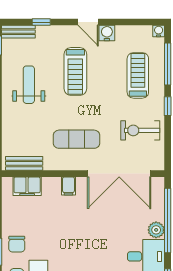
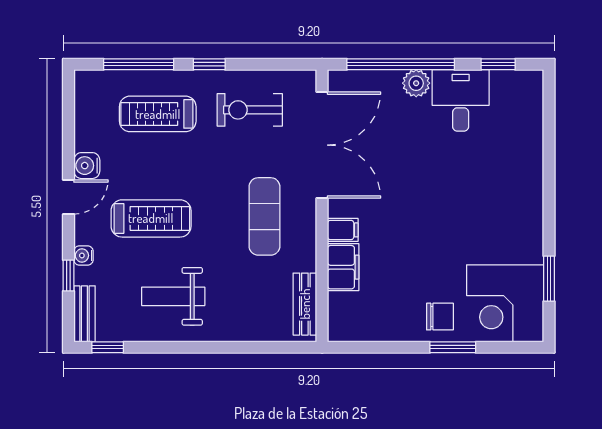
water cooler: (159, 31) -> (83, 255), moved
exercise bike: (140, 130) -> (250, 110), turned 90
filing cabinet: (27, 186) -> (343, 267), moved

